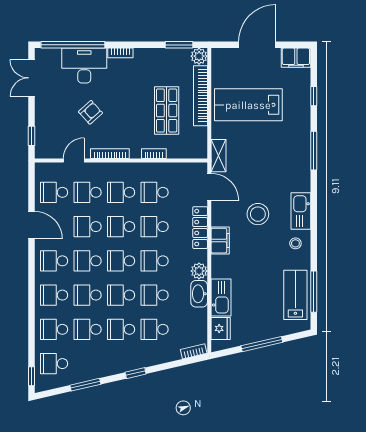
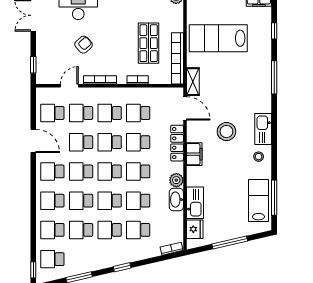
bookcase: (200, 96) -> (177, 58), moved

